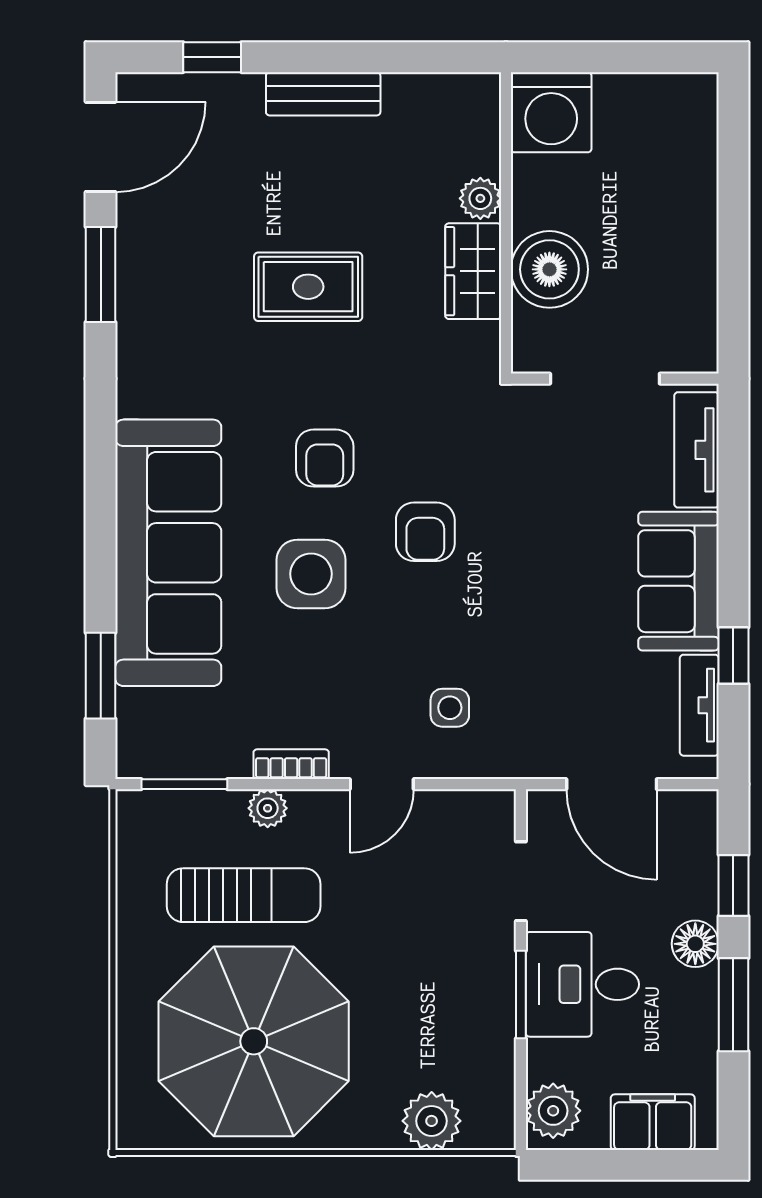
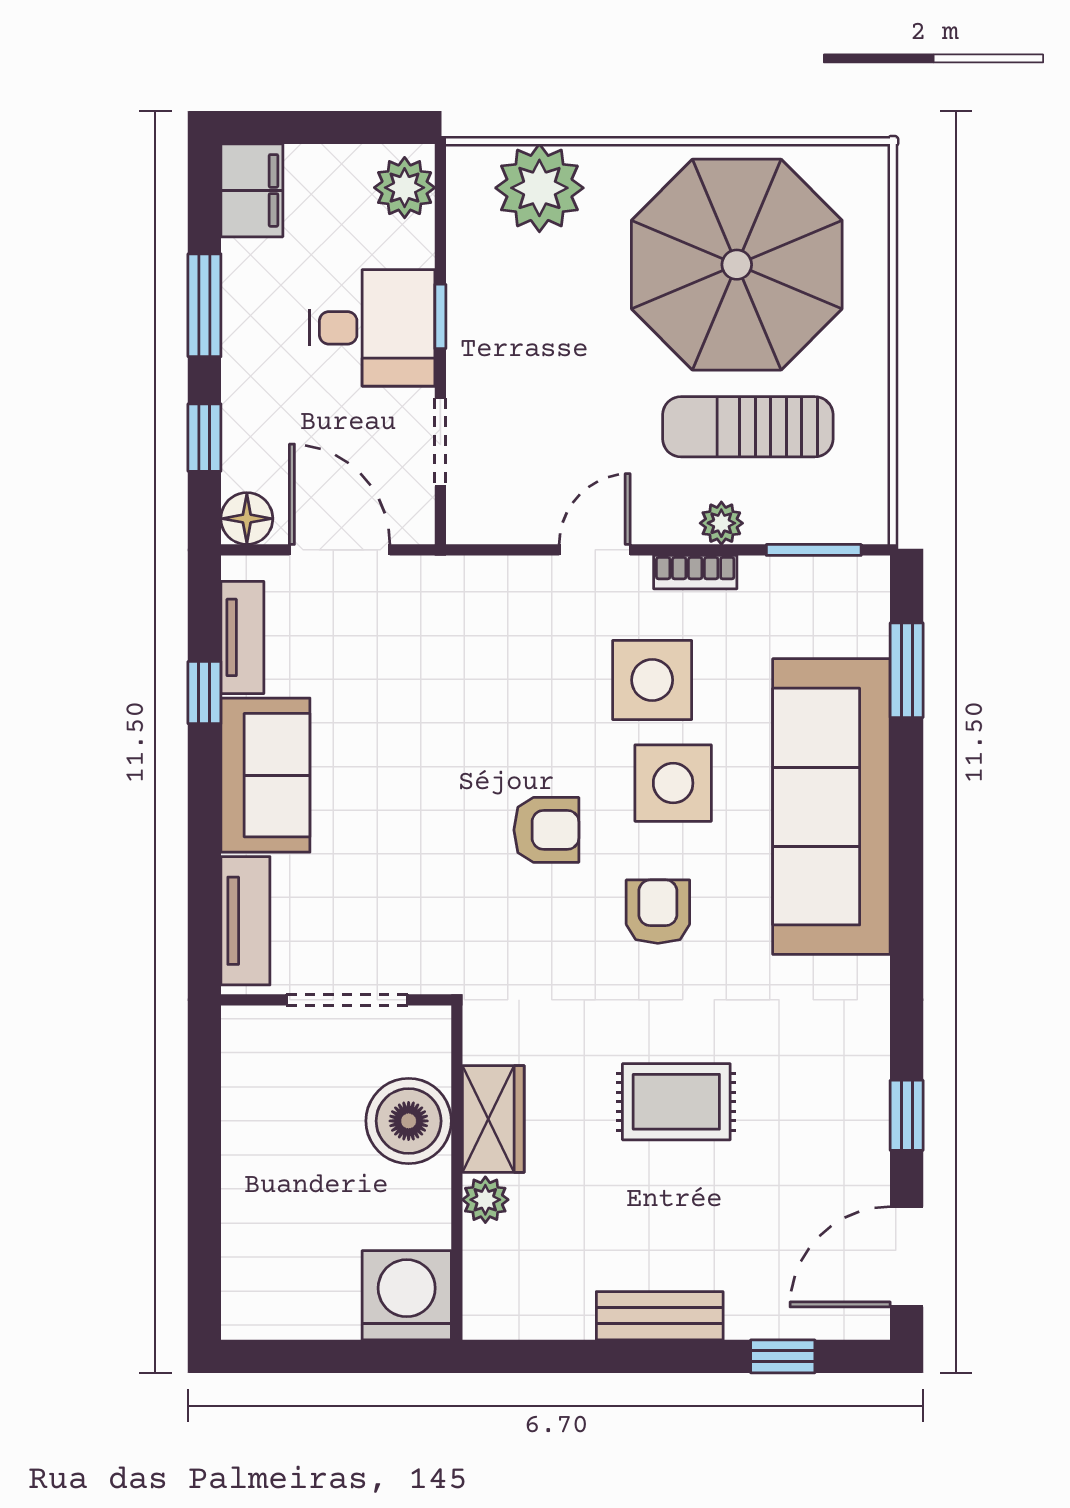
window: (101, 274) -> (907, 1115), width x0.67
armchair: (425, 532) -> (546, 830), turned 90
side table: (450, 708) -> (652, 680), moved, width x1.87, depth x1.87
floor lamp: (695, 944) -> (247, 519), moved
window: (521, 995) -> (440, 316), width x0.67
plant: (432, 1121) -> (539, 188), width x1.36, depth x1.36
filing cabinet: (653, 1122) -> (252, 190), moved, turned -90

